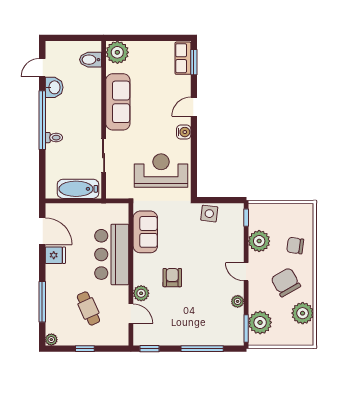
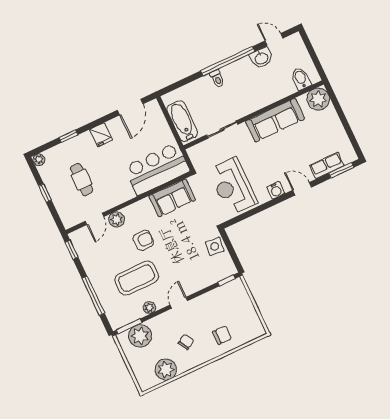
row of seats: (183, 58) -> (327, 165), moved
reception desk: (161, 171) -> (233, 186), turned 180
plant: (259, 241) -> (211, 302), removed
chair: (295, 246) -> (222, 335), turned 82
bar counter: (112, 254) -> (157, 169), moved
fridge: (55, 255) -> (101, 135), moved
chair: (286, 282) -> (186, 342), width x0.54, depth x0.54
coffee table: (205, 300) -> (137, 278), added
window: (42, 302) -> (68, 136), width x0.46
cafe table: (88, 308) -> (82, 180), turned -66

